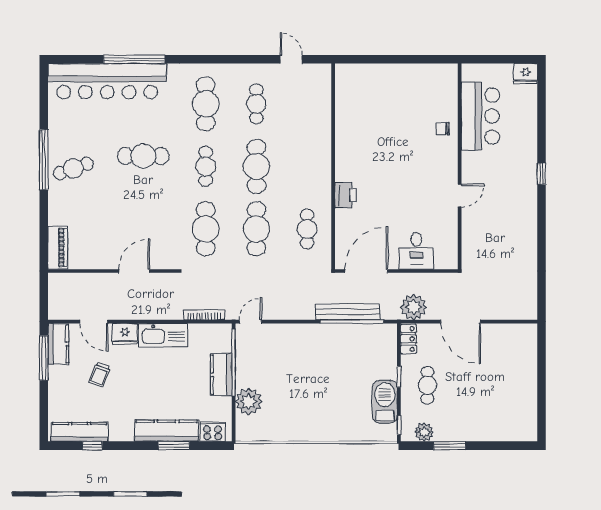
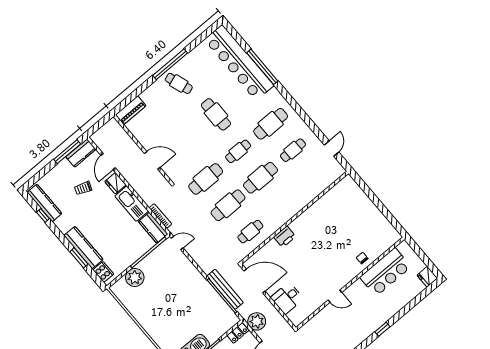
kitchen counter: (221, 375) -> (153, 228), moved, turned -90

